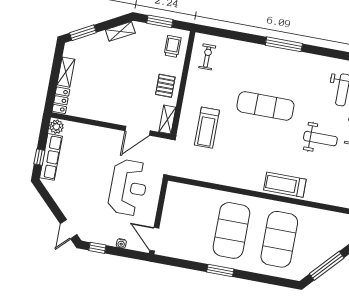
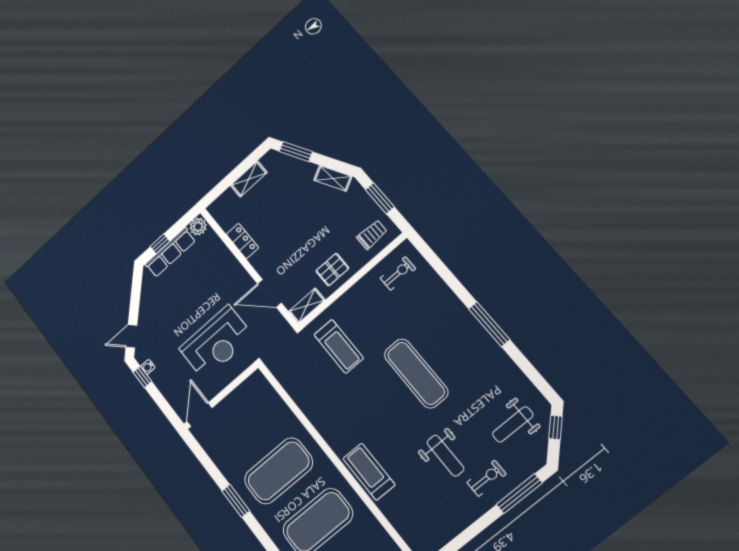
locker: (61, 100) -> (242, 241), moved, turned -90
treadmill: (207, 128) -> (339, 346), turned -90
water cooler: (121, 243) -> (148, 367), moved

